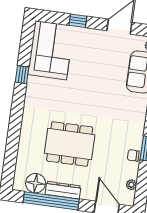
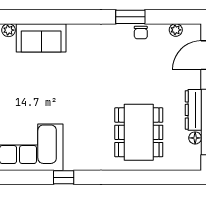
dining table: (70, 144) -> (139, 132), moved
floor lamp: (36, 183) -> (195, 138), width x0.53, depth x0.53

